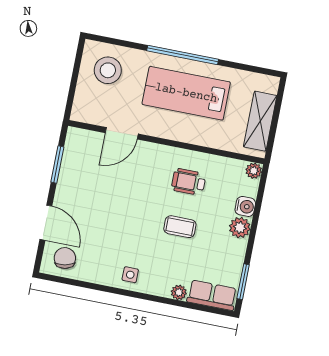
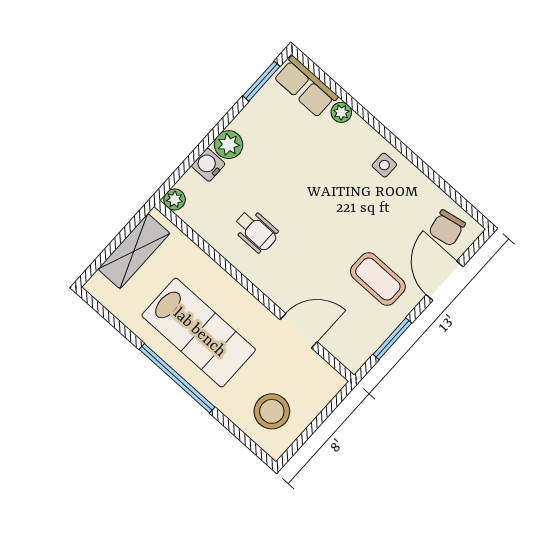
coffee table: (180, 227) -> (378, 279), moved, width x1.36, depth x1.30

